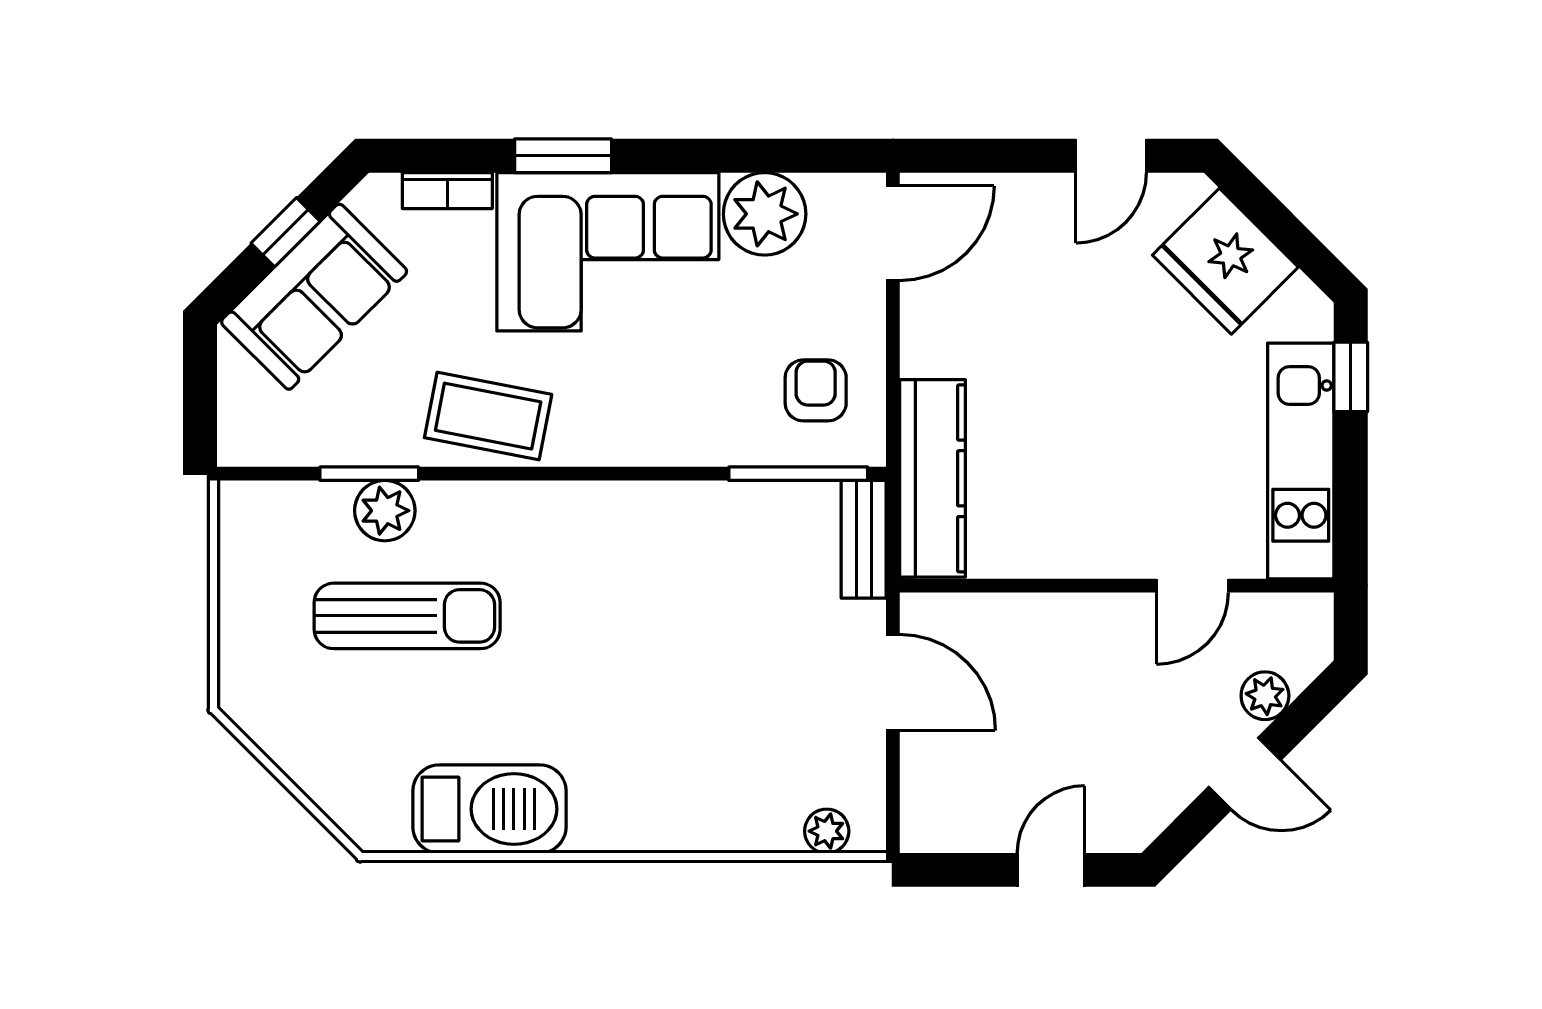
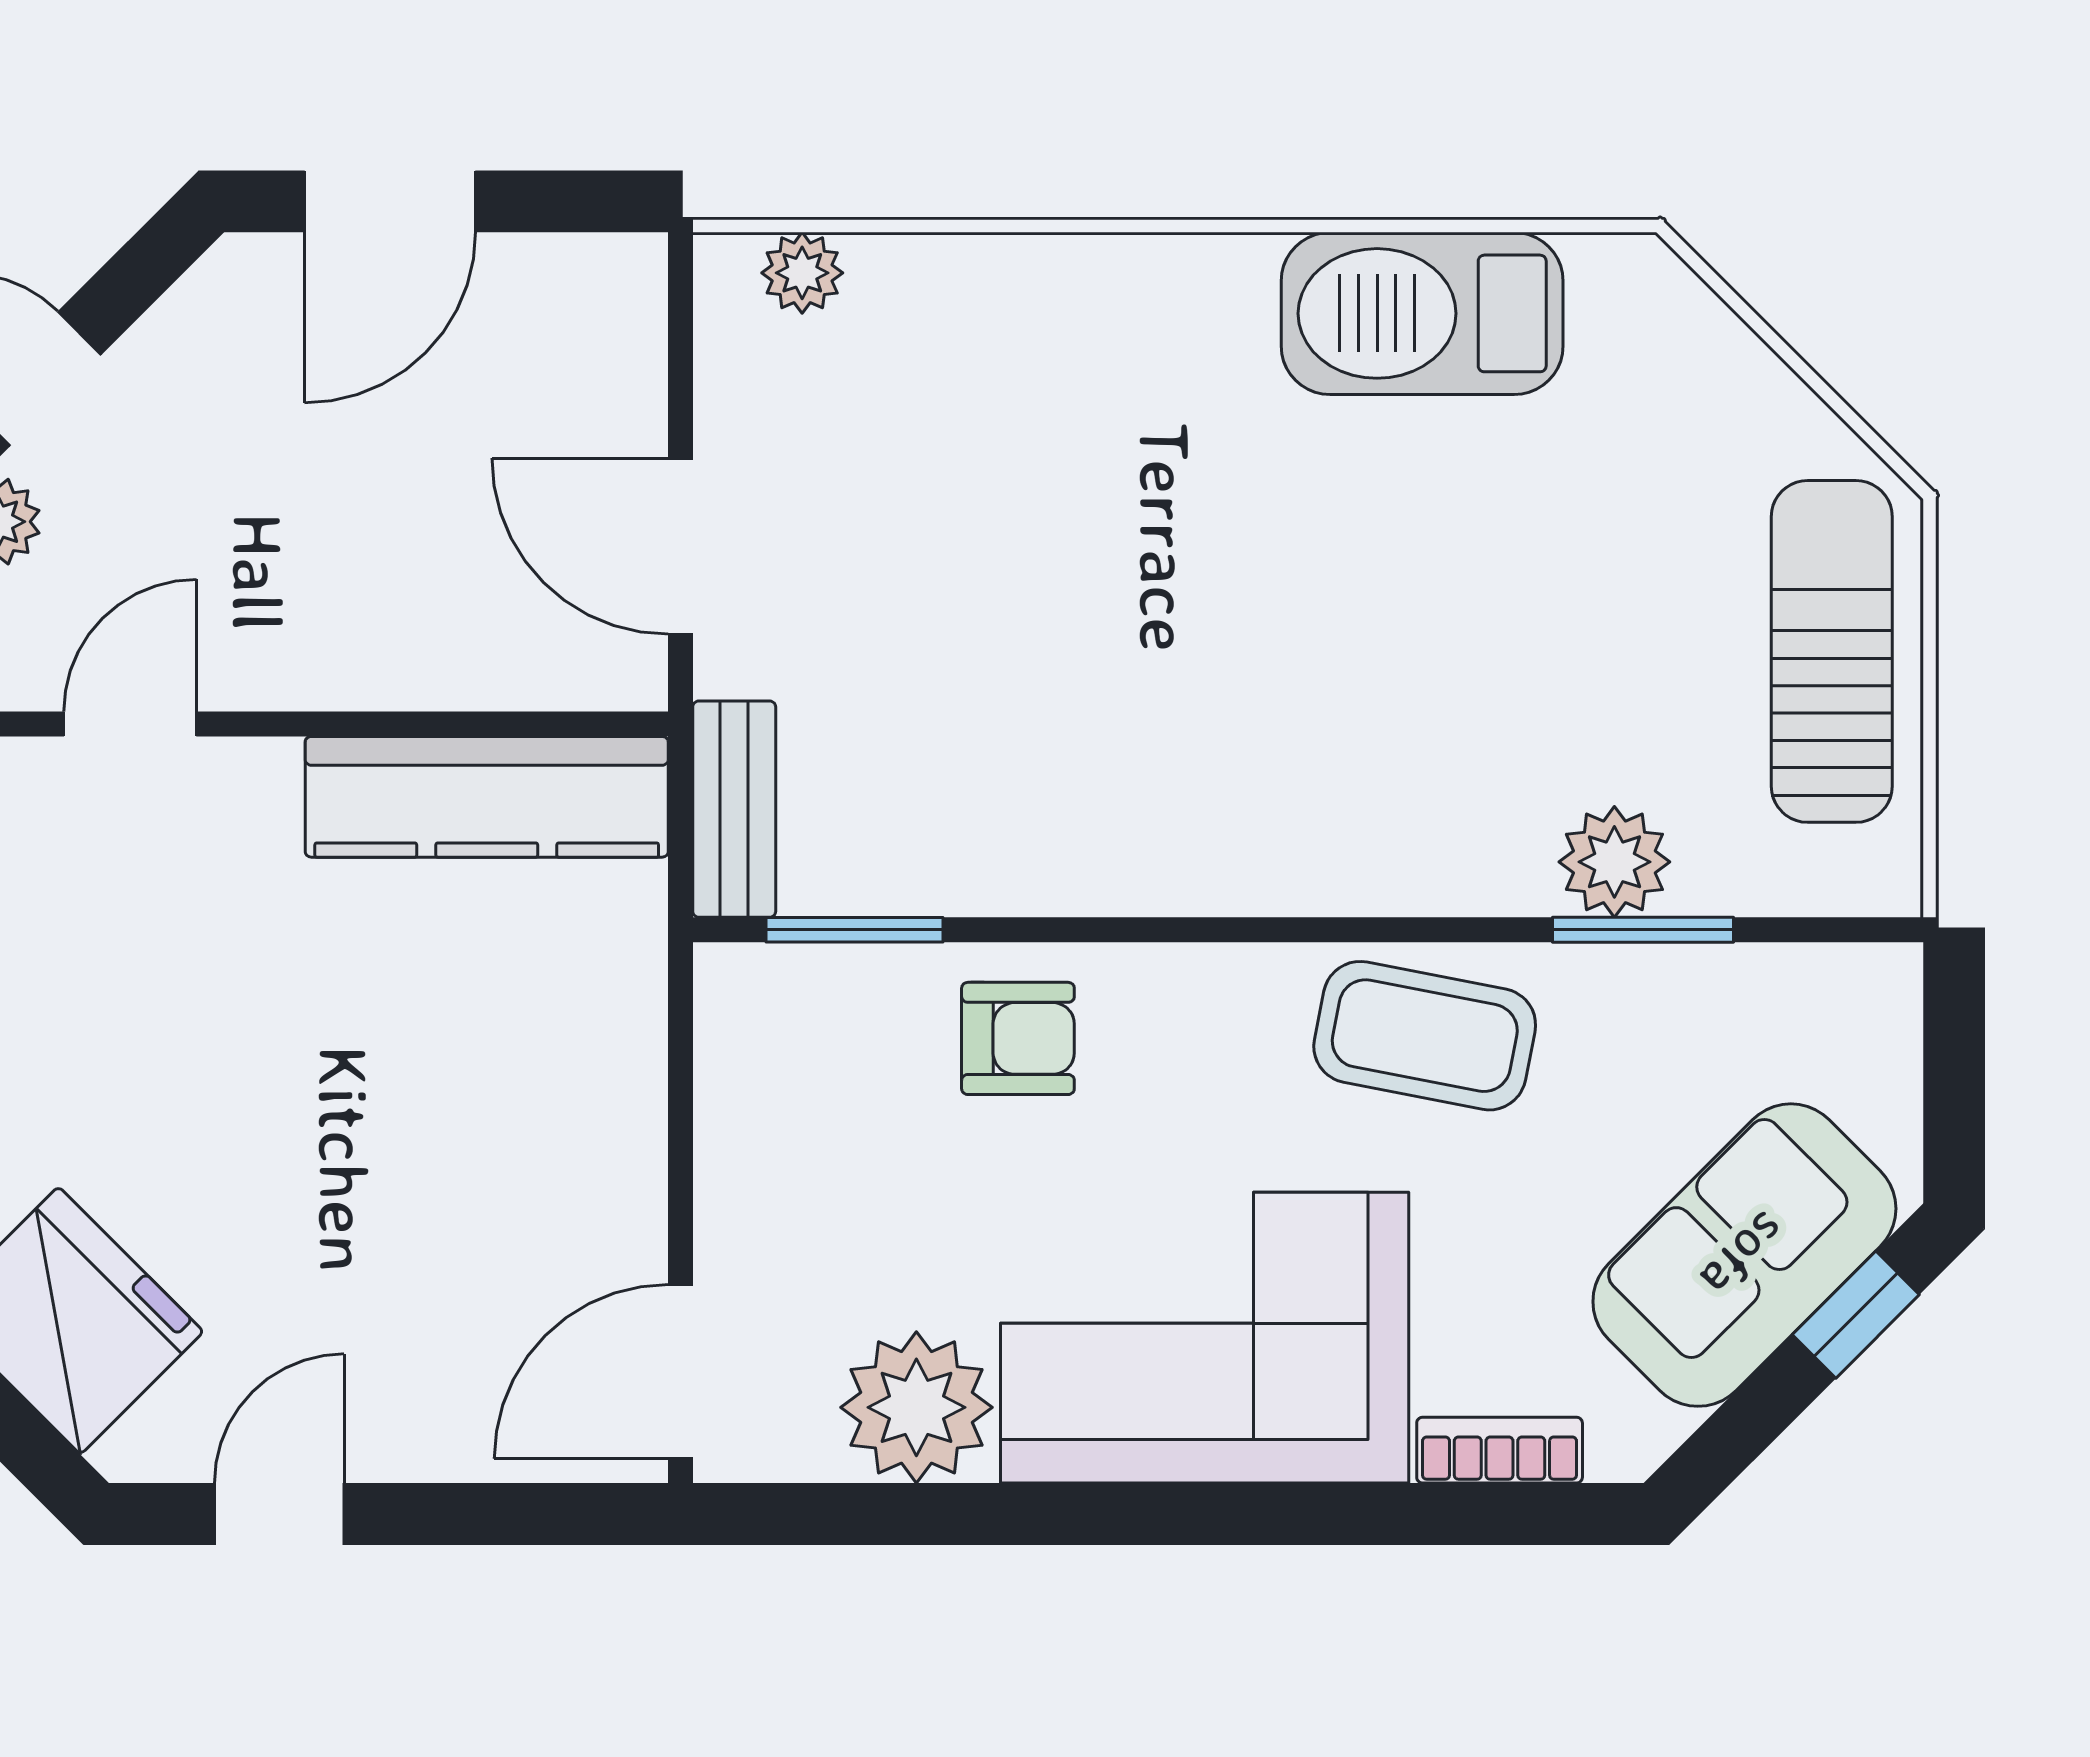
window: (563, 156) -> (1287, 1514), removed
window: (286, 232) -> (1856, 1315), moved
armchair: (816, 390) -> (1018, 1038), moved, turned -90
window: (798, 474) -> (855, 930), width x0.69
kitchen counter: (933, 478) -> (487, 797), moved, turned -90
sun lounger: (407, 616) -> (1832, 651), moved, turned 90
door: (1051, 870) -> (390, 201), width x1.37

